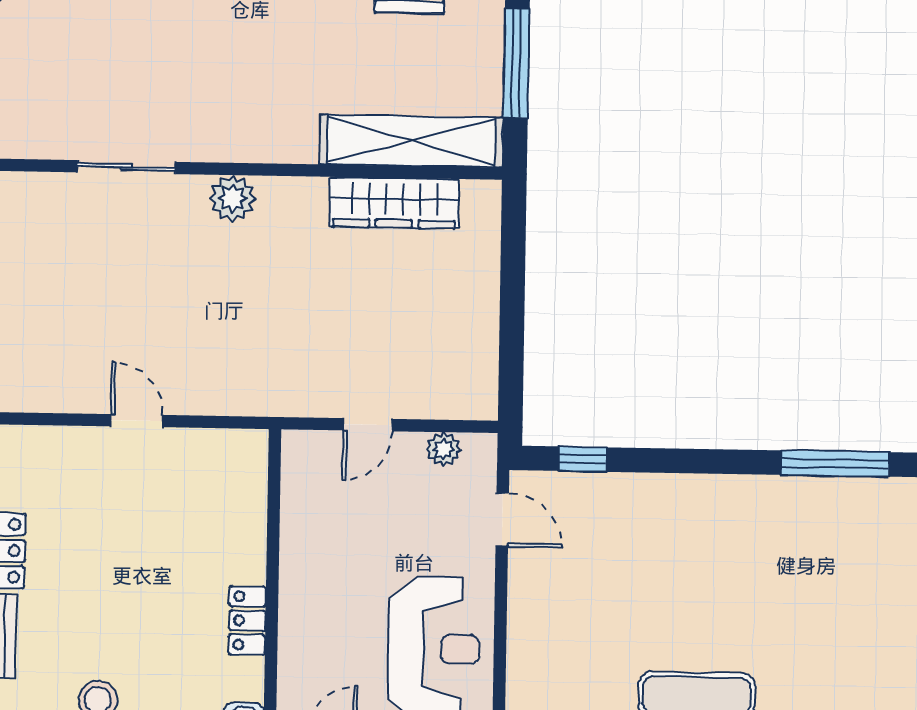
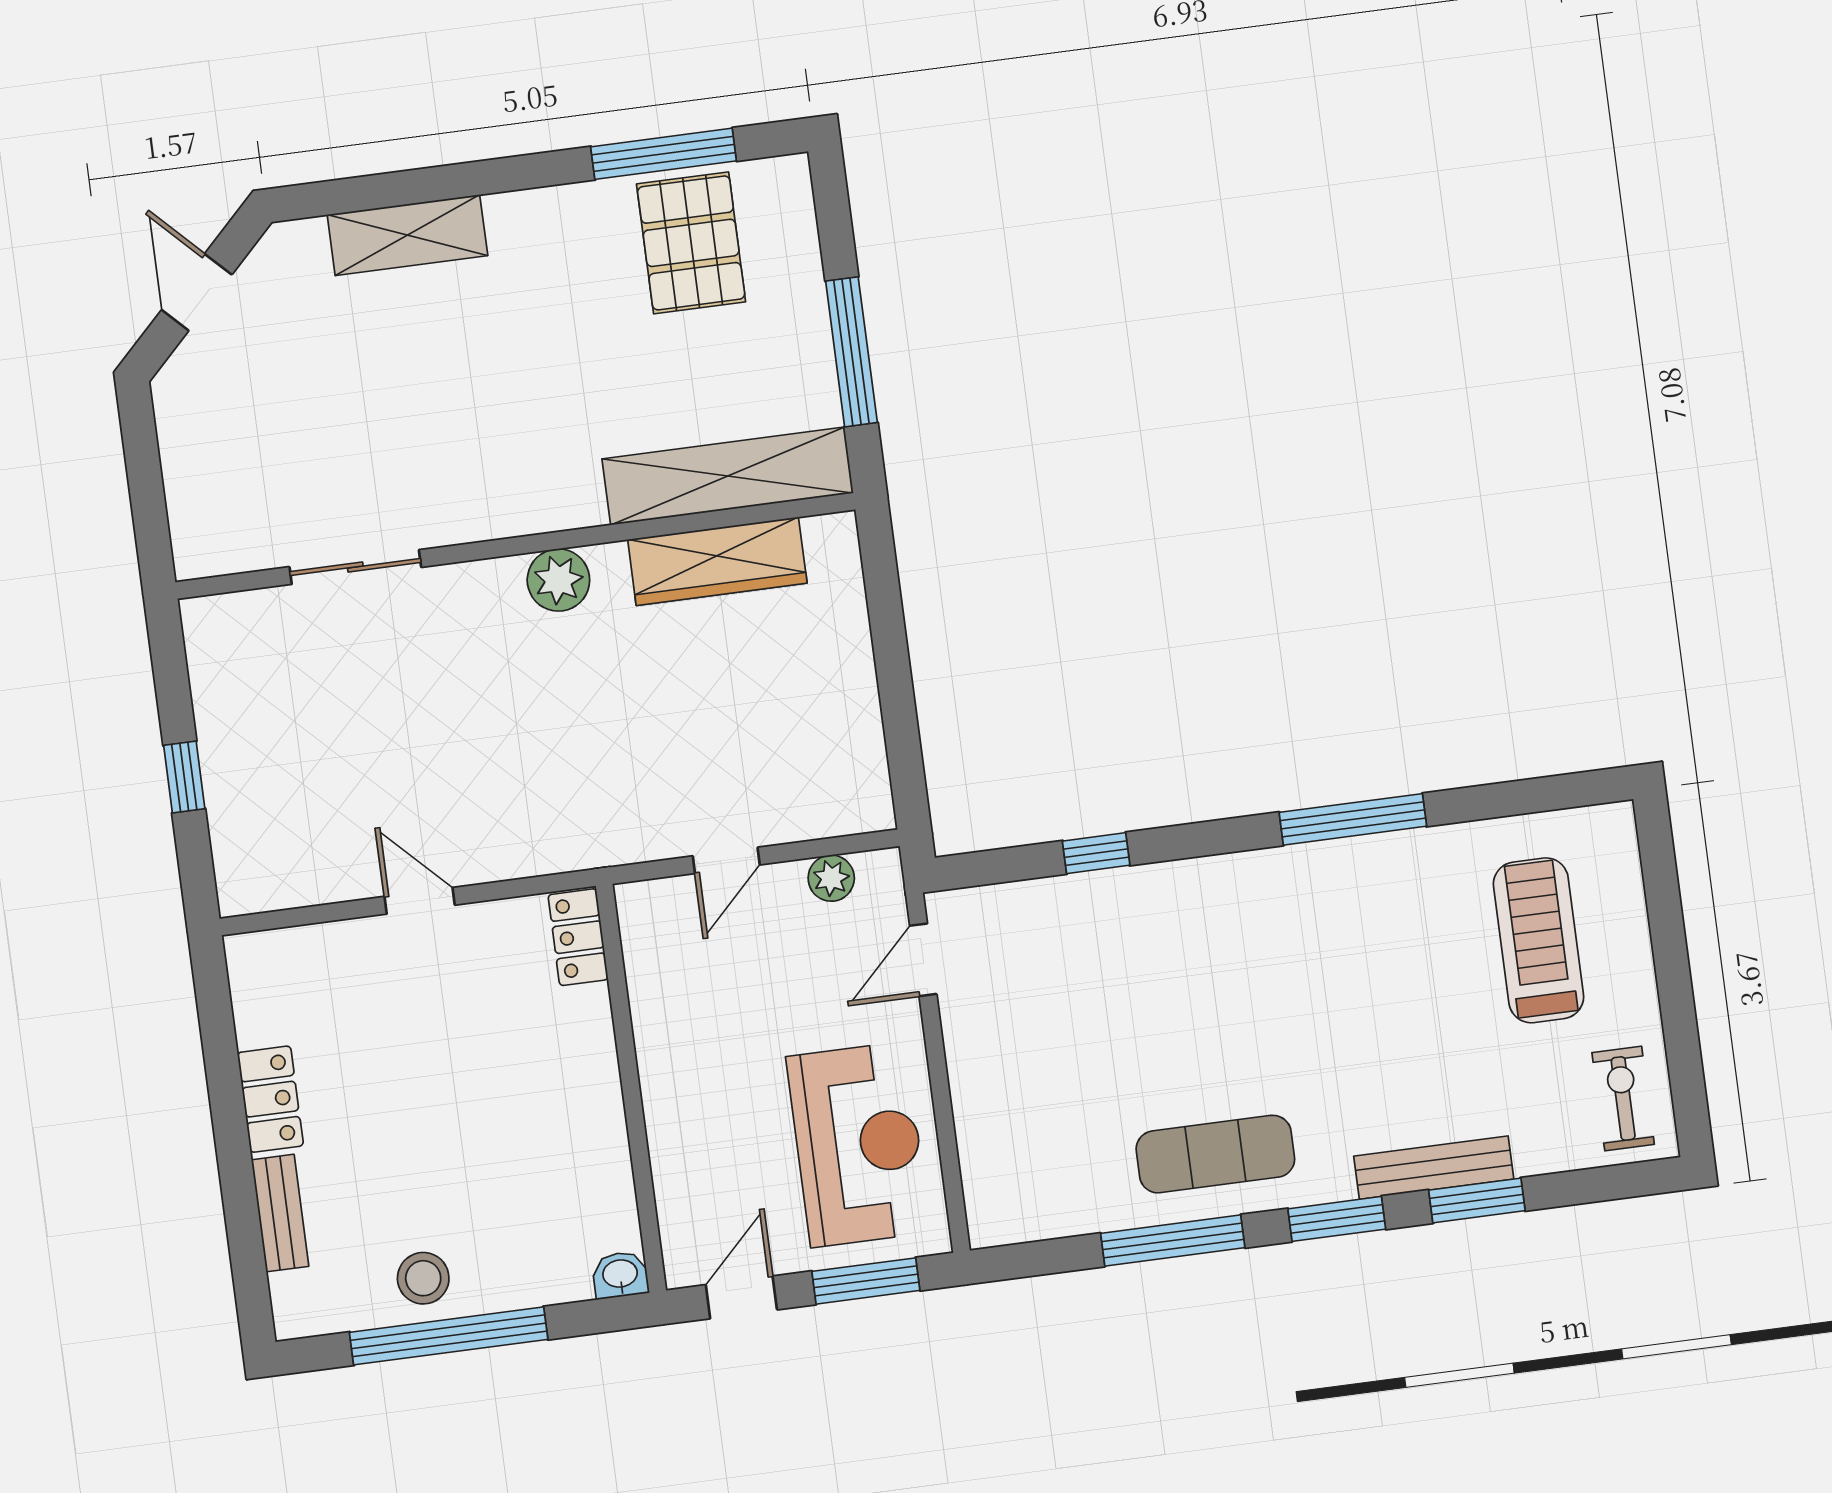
plant: (233, 198) -> (558, 580), moved
window: (583, 459) -> (1096, 853), moved
door: (502, 520) -> (923, 960), swing flipped
locker: (247, 621) -> (578, 937), moved

